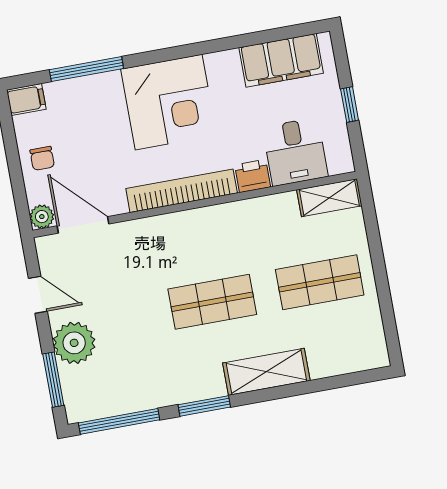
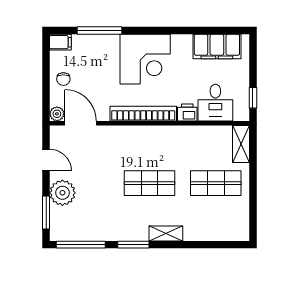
window: (350, 105) -> (253, 98), moved
shelving: (329, 198) -> (241, 144), moved, turned 90
shelving: (266, 372) -> (166, 233), width x0.67, depth x0.75

